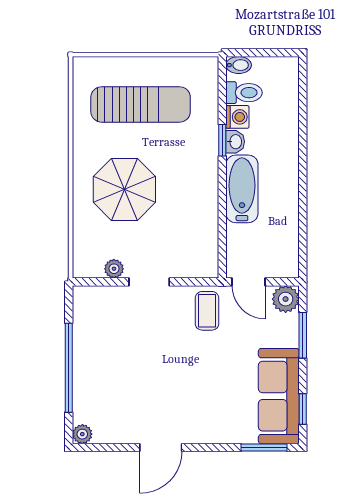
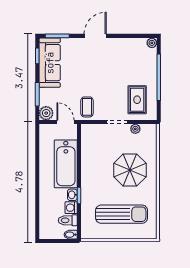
sun lounger: (141, 104) -> (122, 214), turned 180
bathtub: (242, 189) -> (66, 164), width x1.36, depth x1.36
rug: (111, 325) -> (137, 100), added
door: (161, 448) -> (95, 36), moved

